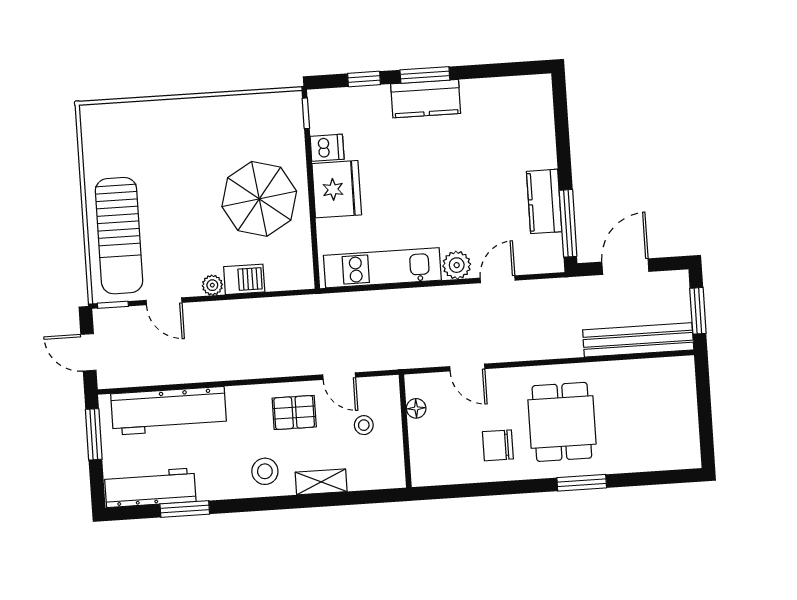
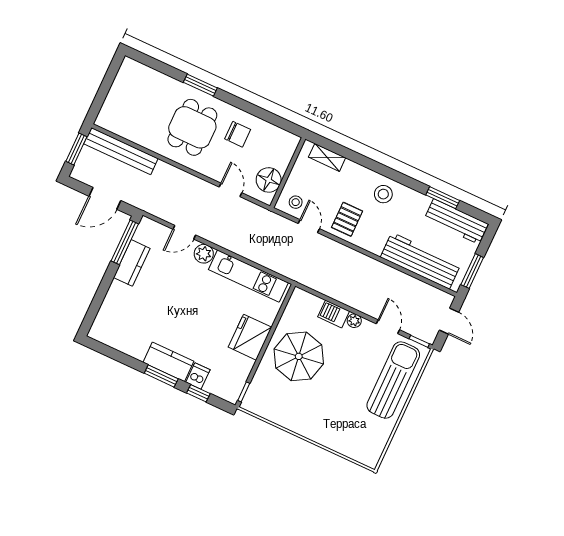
dishwasher: (327, 148) -> (198, 376), moved, turned 90
floor lamp: (416, 408) -> (269, 180), width x1.89, depth x1.89
pallet: (294, 413) -> (347, 219), turned 90
stool: (364, 425) -> (296, 202), moved
shelving: (321, 482) -> (327, 157), moved

